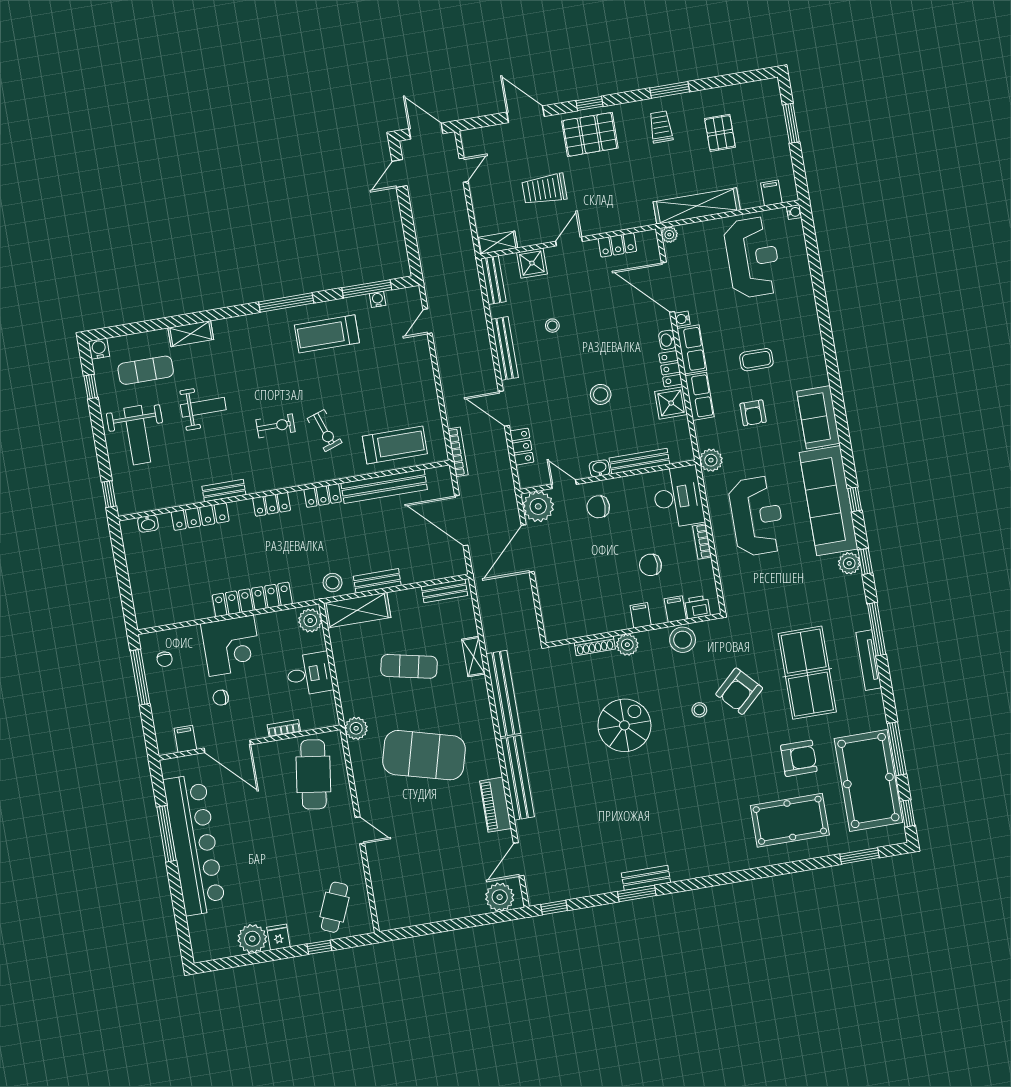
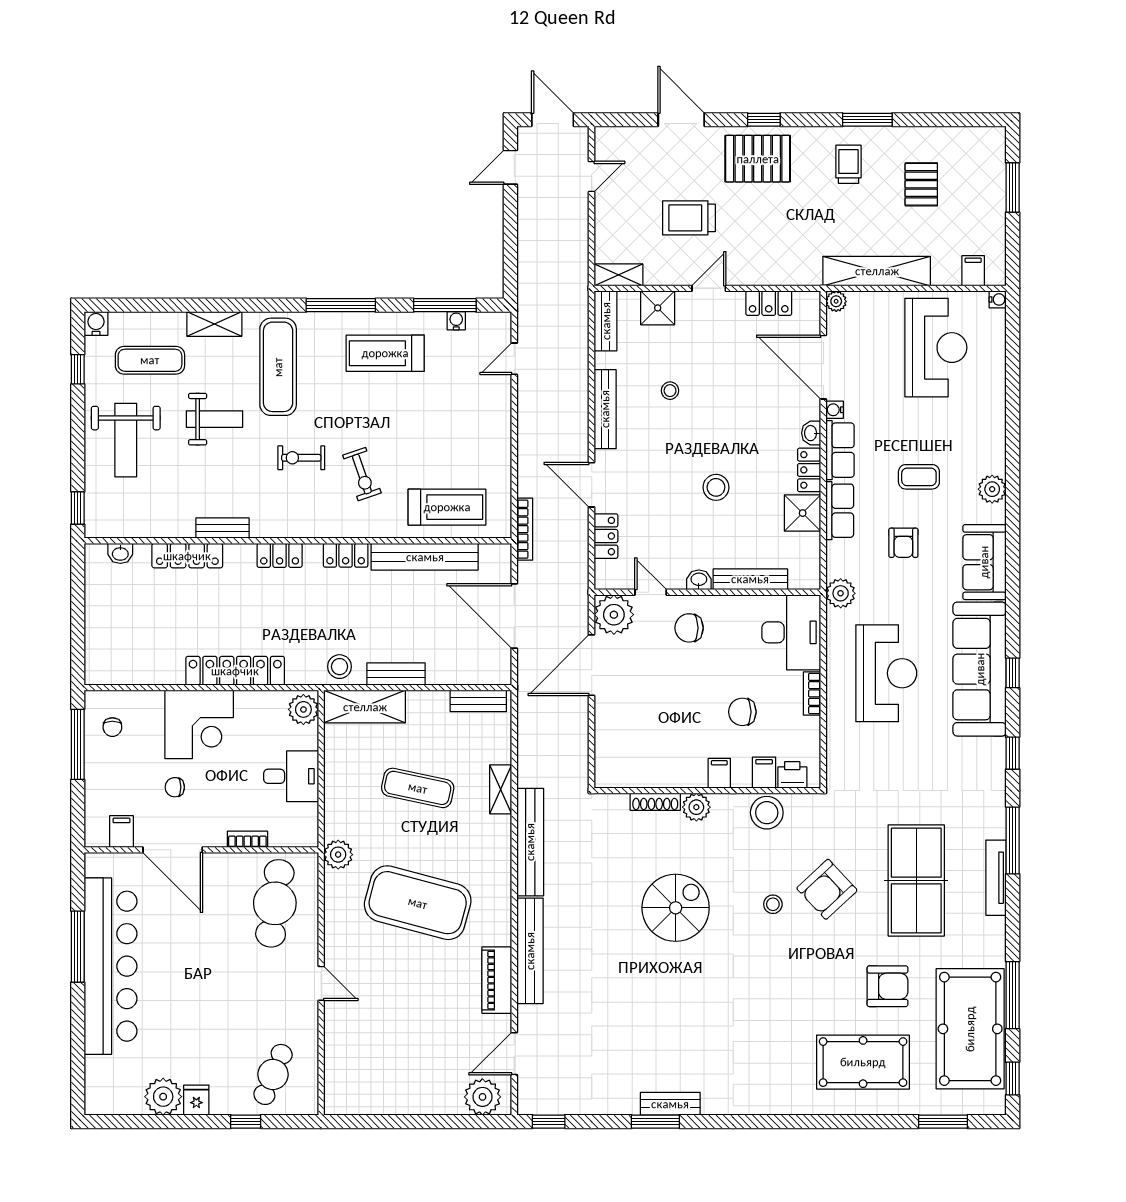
exercise mat: (246, 358) -> (278, 367), added
exercise bike: (276, 426) -> (301, 458), turned 180
plant: (849, 563) -> (992, 489), moved

